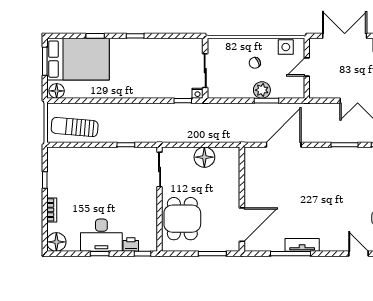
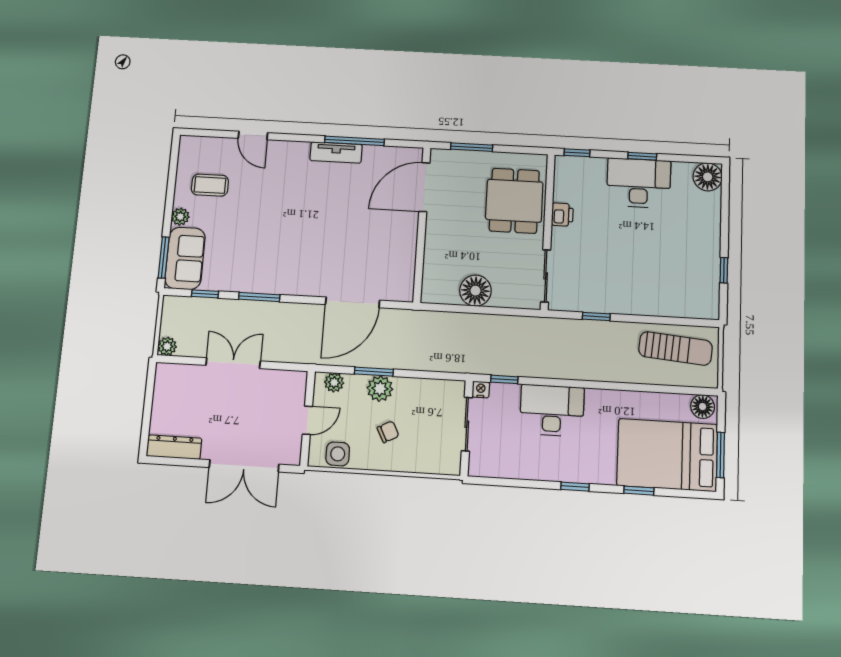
desk: (152, 83) -> (552, 410), added
plant: (291, 92) -> (334, 382), added
bookcase: (52, 210) -> (714, 225), removed
printer: (131, 245) -> (562, 215), moved, turned -90

